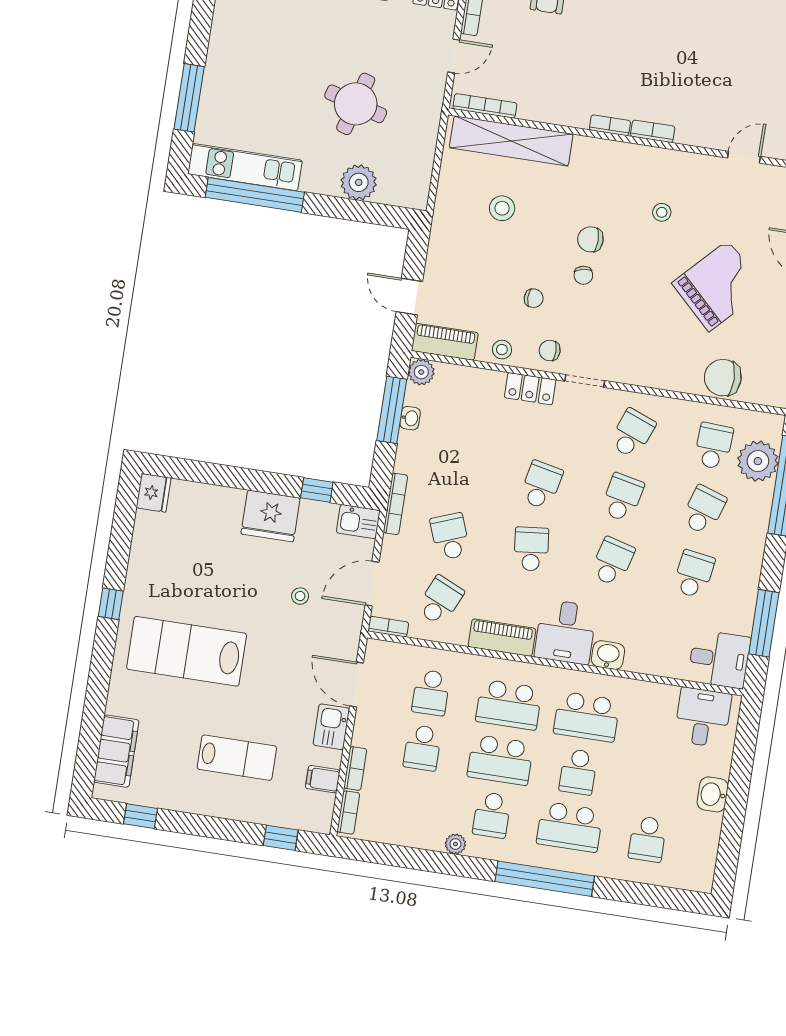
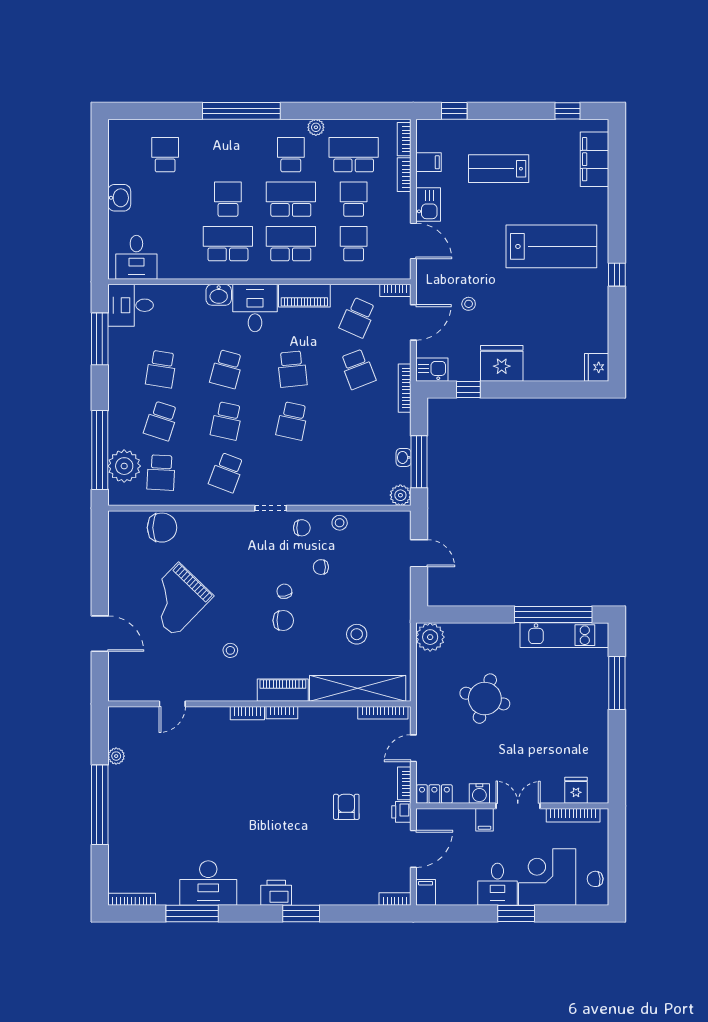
plant: (359, 182) -> (430, 637), moved
piano: (445, 342) -> (283, 690), moved, turned 180
locker: (530, 389) -> (313, 495), removed
school desk: (570, 827) -> (354, 155), moved

